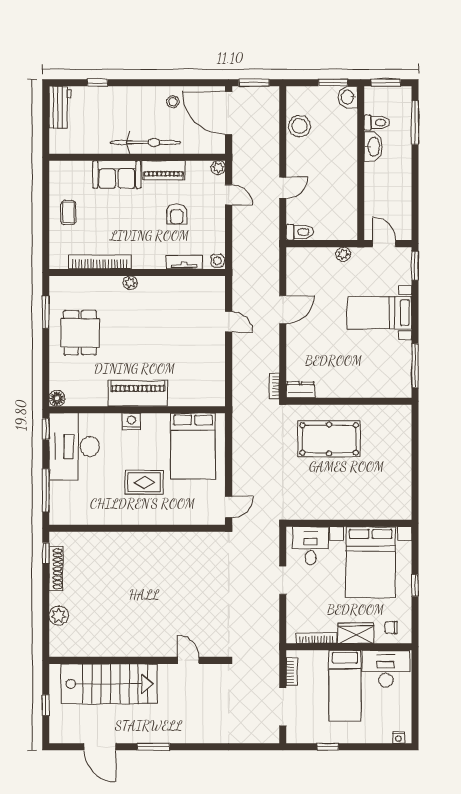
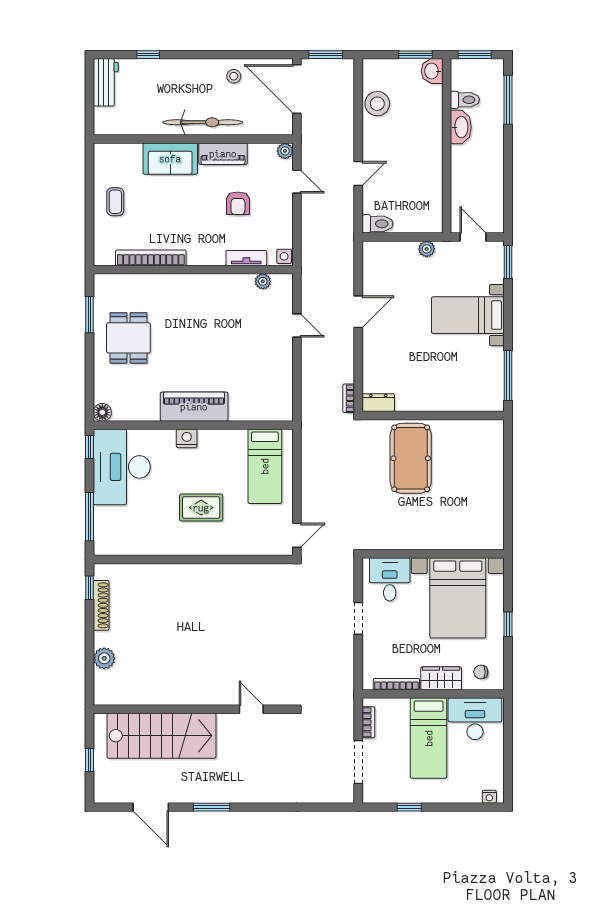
plant: (130, 283) -> (263, 281), moved
pool table: (329, 439) -> (411, 458), turned 90
bed: (193, 446) -> (265, 466), width x0.67

